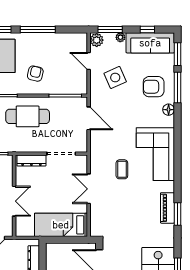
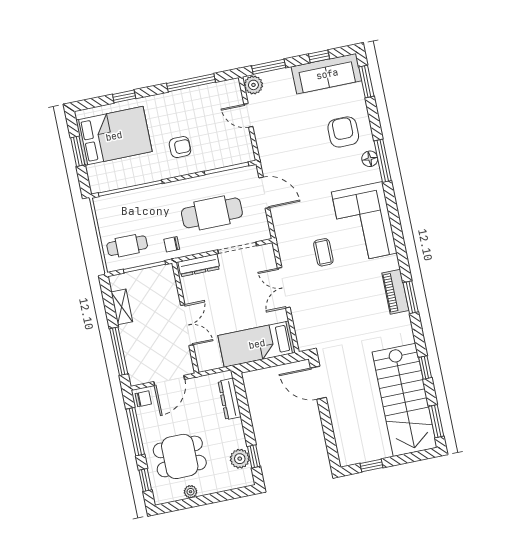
window: (38, 29) -> (191, 83), moved
plant: (120, 37) -> (285, 75), removed
armchair: (35, 74) -> (180, 147), turned 77
side table: (115, 77) -> (289, 130), removed
armchair: (154, 87) -> (343, 132), turned 90
window: (177, 88) -> (383, 161), moved
cafe table: (28, 116) -> (212, 213), moved
chair: (15, 141) -> (172, 244), added

